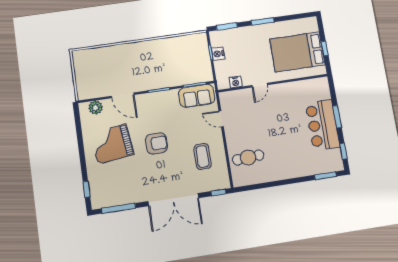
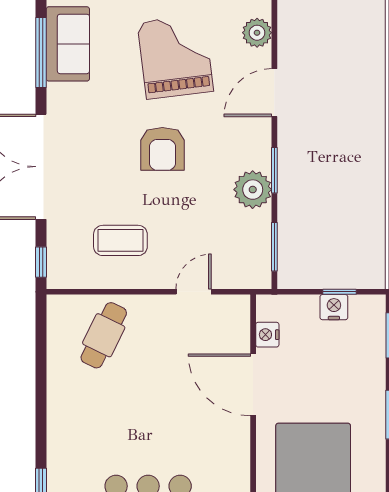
door: (260, 85) -> (253, 385), width x1.87
sofa: (197, 96) -> (68, 44), moved, turned 180
plant: (169, 99) -> (253, 190), added
cafe table: (248, 157) -> (104, 335), turned 30

